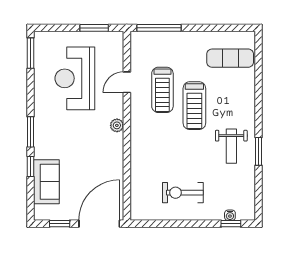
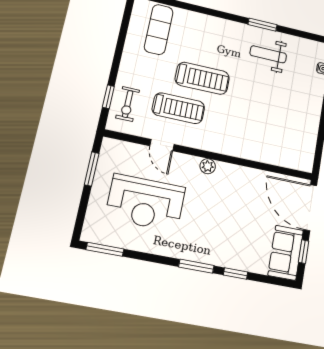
window: (159, 28) -> (108, 97), width x0.46
weight bench: (231, 146) -> (268, 54), moved, turned 180
sofa: (46, 182) -> (286, 253), moved, turned -90
exercise bike: (183, 193) -> (128, 104), moved, width x0.73, depth x0.72

